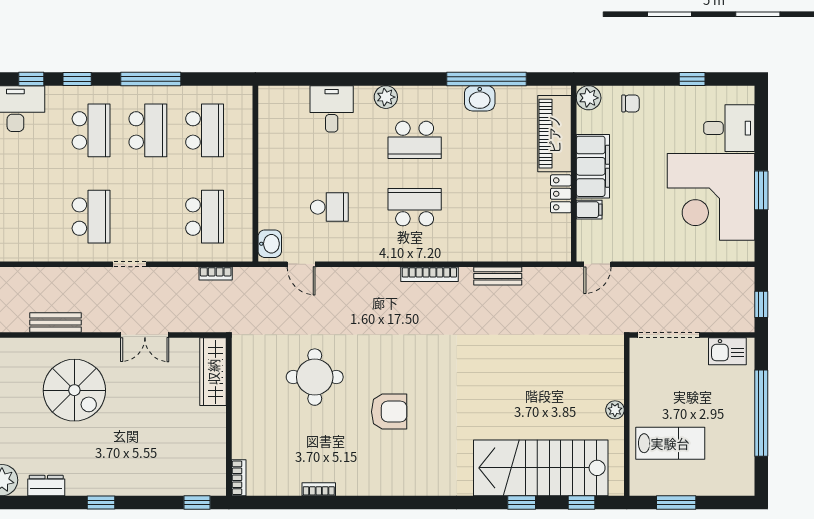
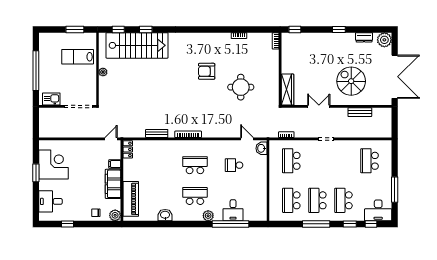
window: (487, 79) -> (231, 224), moved
locker: (561, 194) -> (128, 149), moved
corner desk: (711, 197) -> (54, 165), width x0.74, depth x0.74
school desk: (415, 207) -> (195, 165), turned 180
school desk: (91, 217) -> (370, 161), moved
window: (761, 304) -> (36, 120), removed

